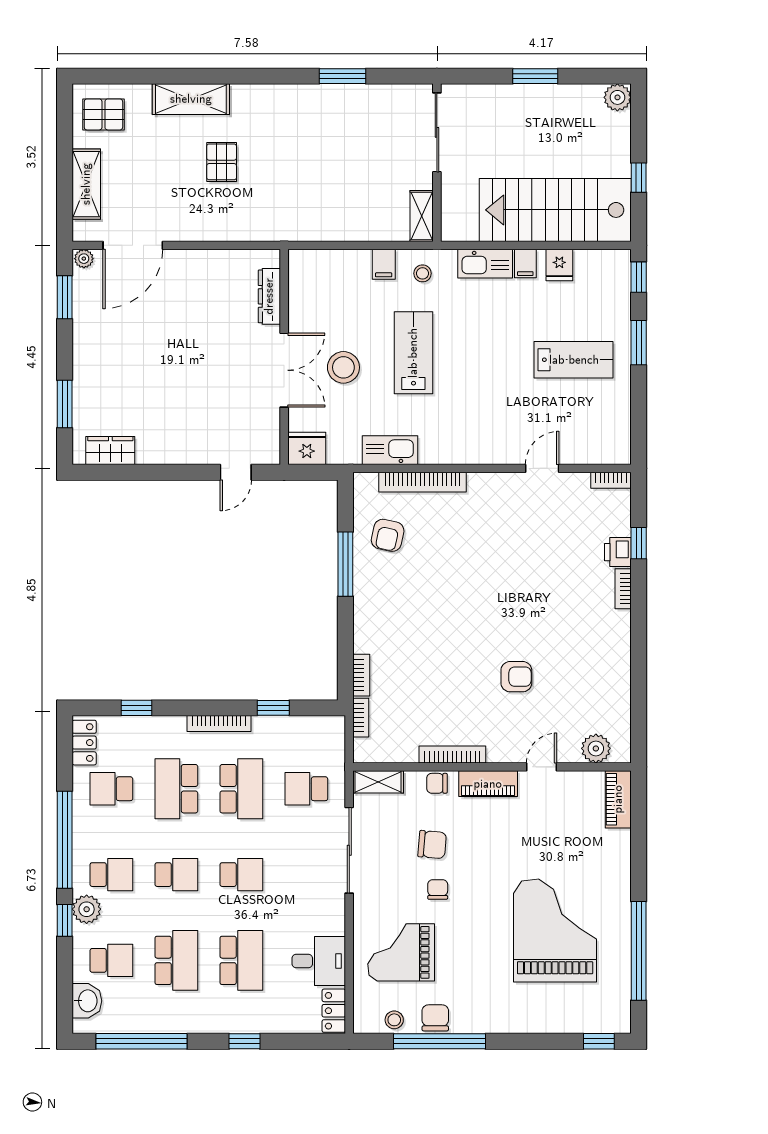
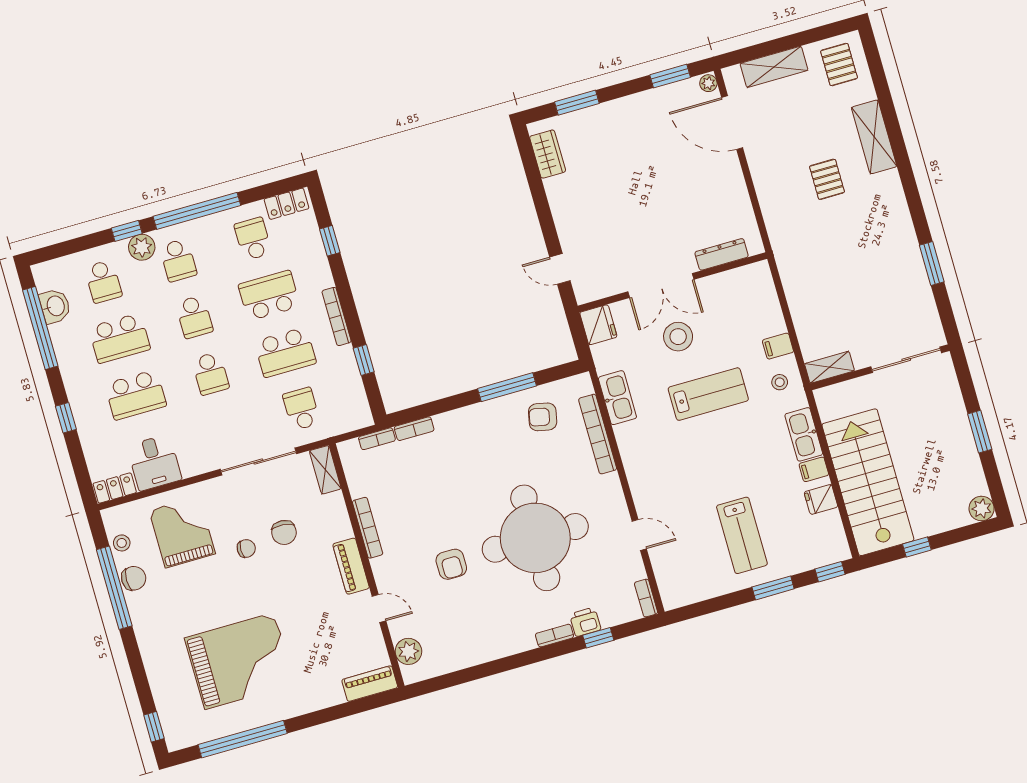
pallet: (222, 162) -> (827, 179), turned 90
round table: (514, 580) -> (535, 538), added
chair: (437, 783) -> (339, 521), removed
washbasin: (87, 1001) -> (55, 306), moved, turned -90

